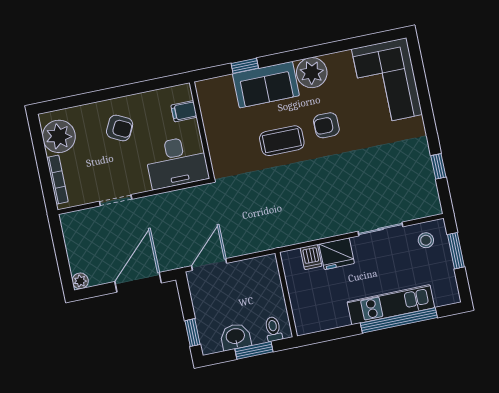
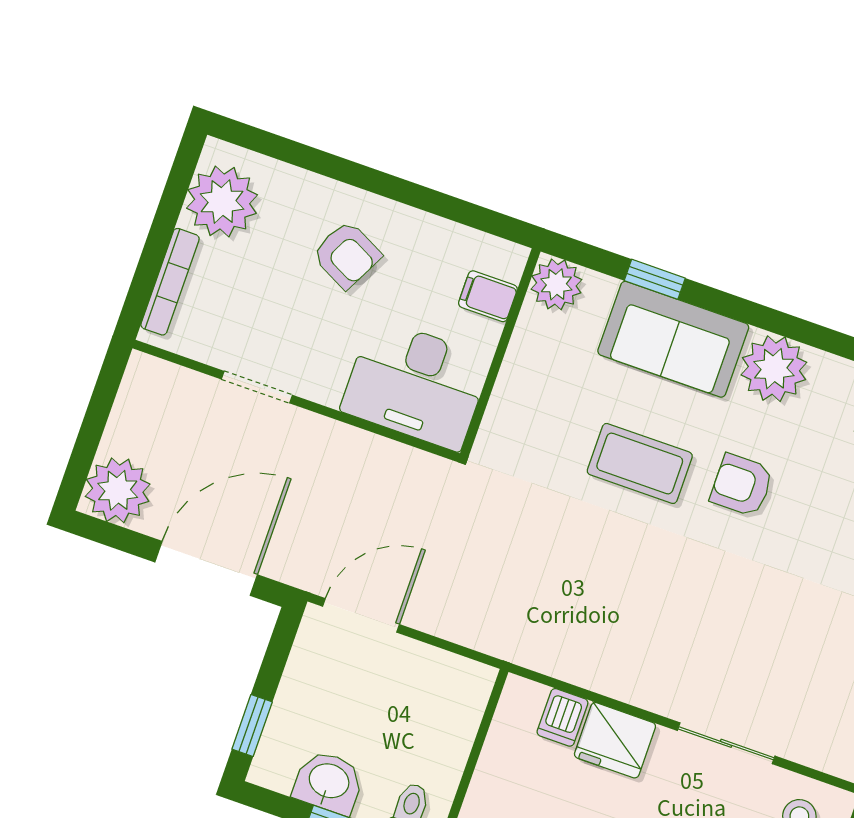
plant: (208, 91) -> (556, 284), added
plant: (80, 281) -> (118, 490), width x1.88, depth x1.88

